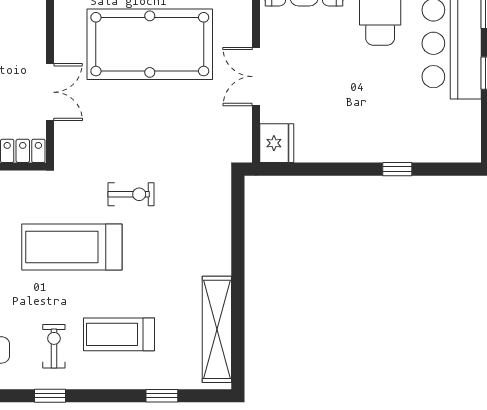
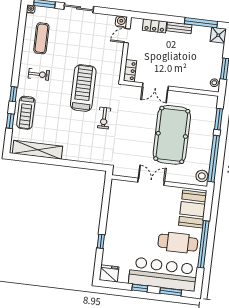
fridge: (277, 143) -> (109, 273), moved, turned 180
treadmill: (119, 334) -> (26, 113), moved, turned 180
window: (50, 396) -> (13, 94), moved

